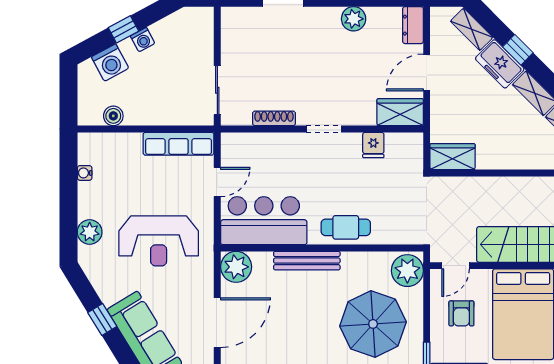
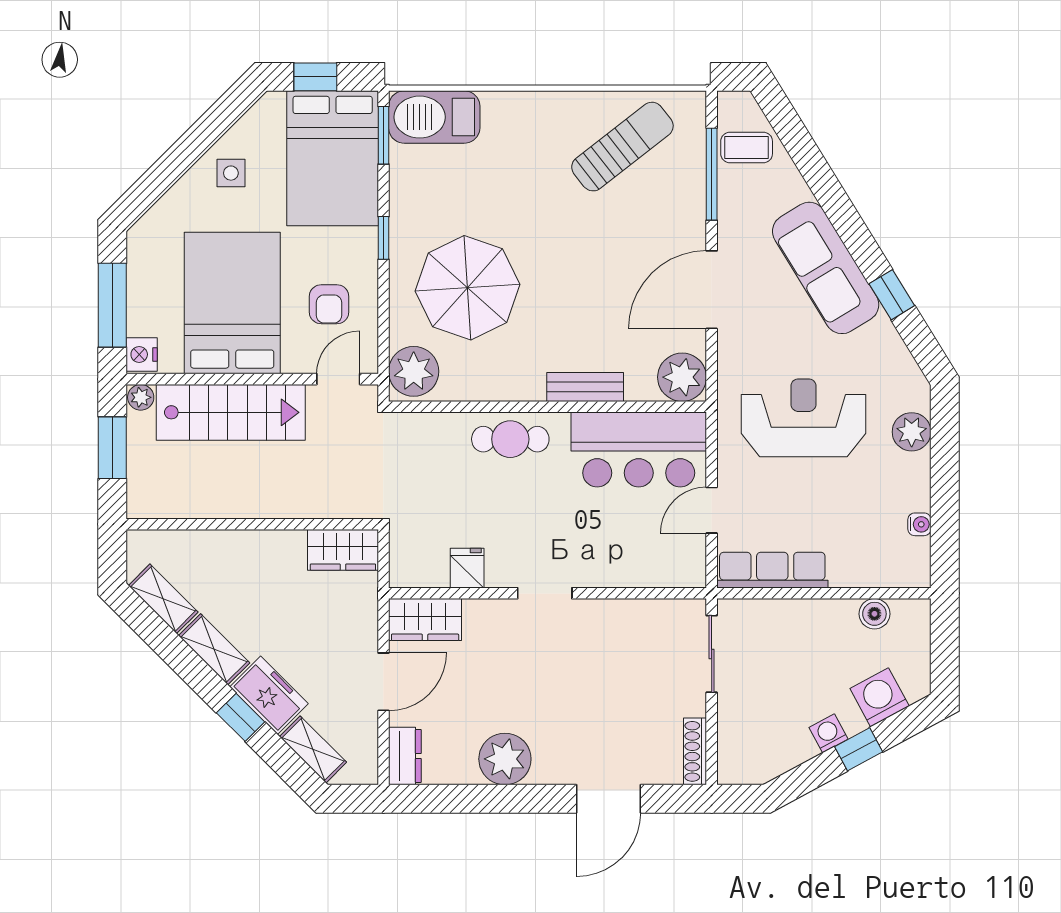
plant: (354, 19) -> (505, 759), width x1.36, depth x1.36
shoe rack: (274, 118) -> (695, 751), moved, turned 90
bench: (307, 261) -> (585, 387), width x0.73
armchair: (461, 313) -> (329, 304), turned 180

